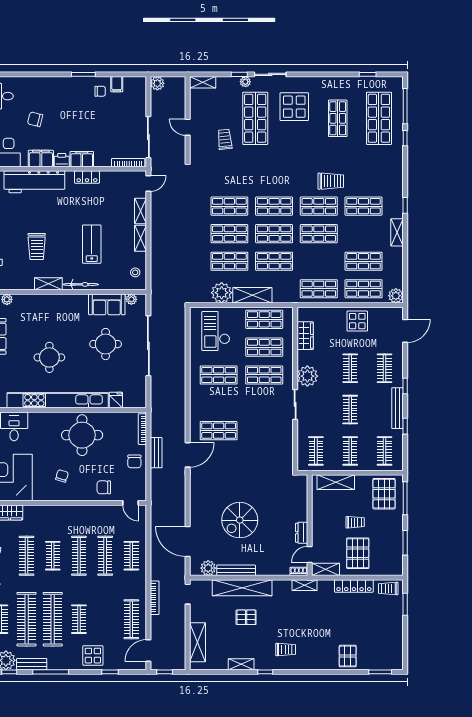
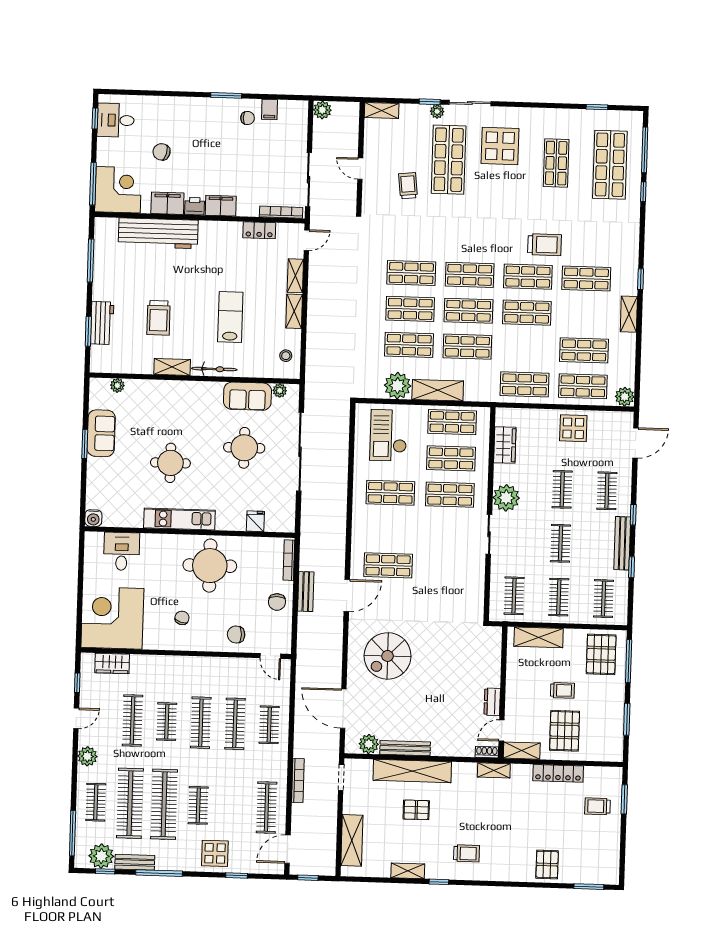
locker: (87, 177) -> (259, 230), moved
kitchen unit: (58, 400) -> (179, 519), width x0.54
spiral stairs: (240, 520) -> (388, 656), moved
trolley: (388, 588) -> (597, 806), moved

